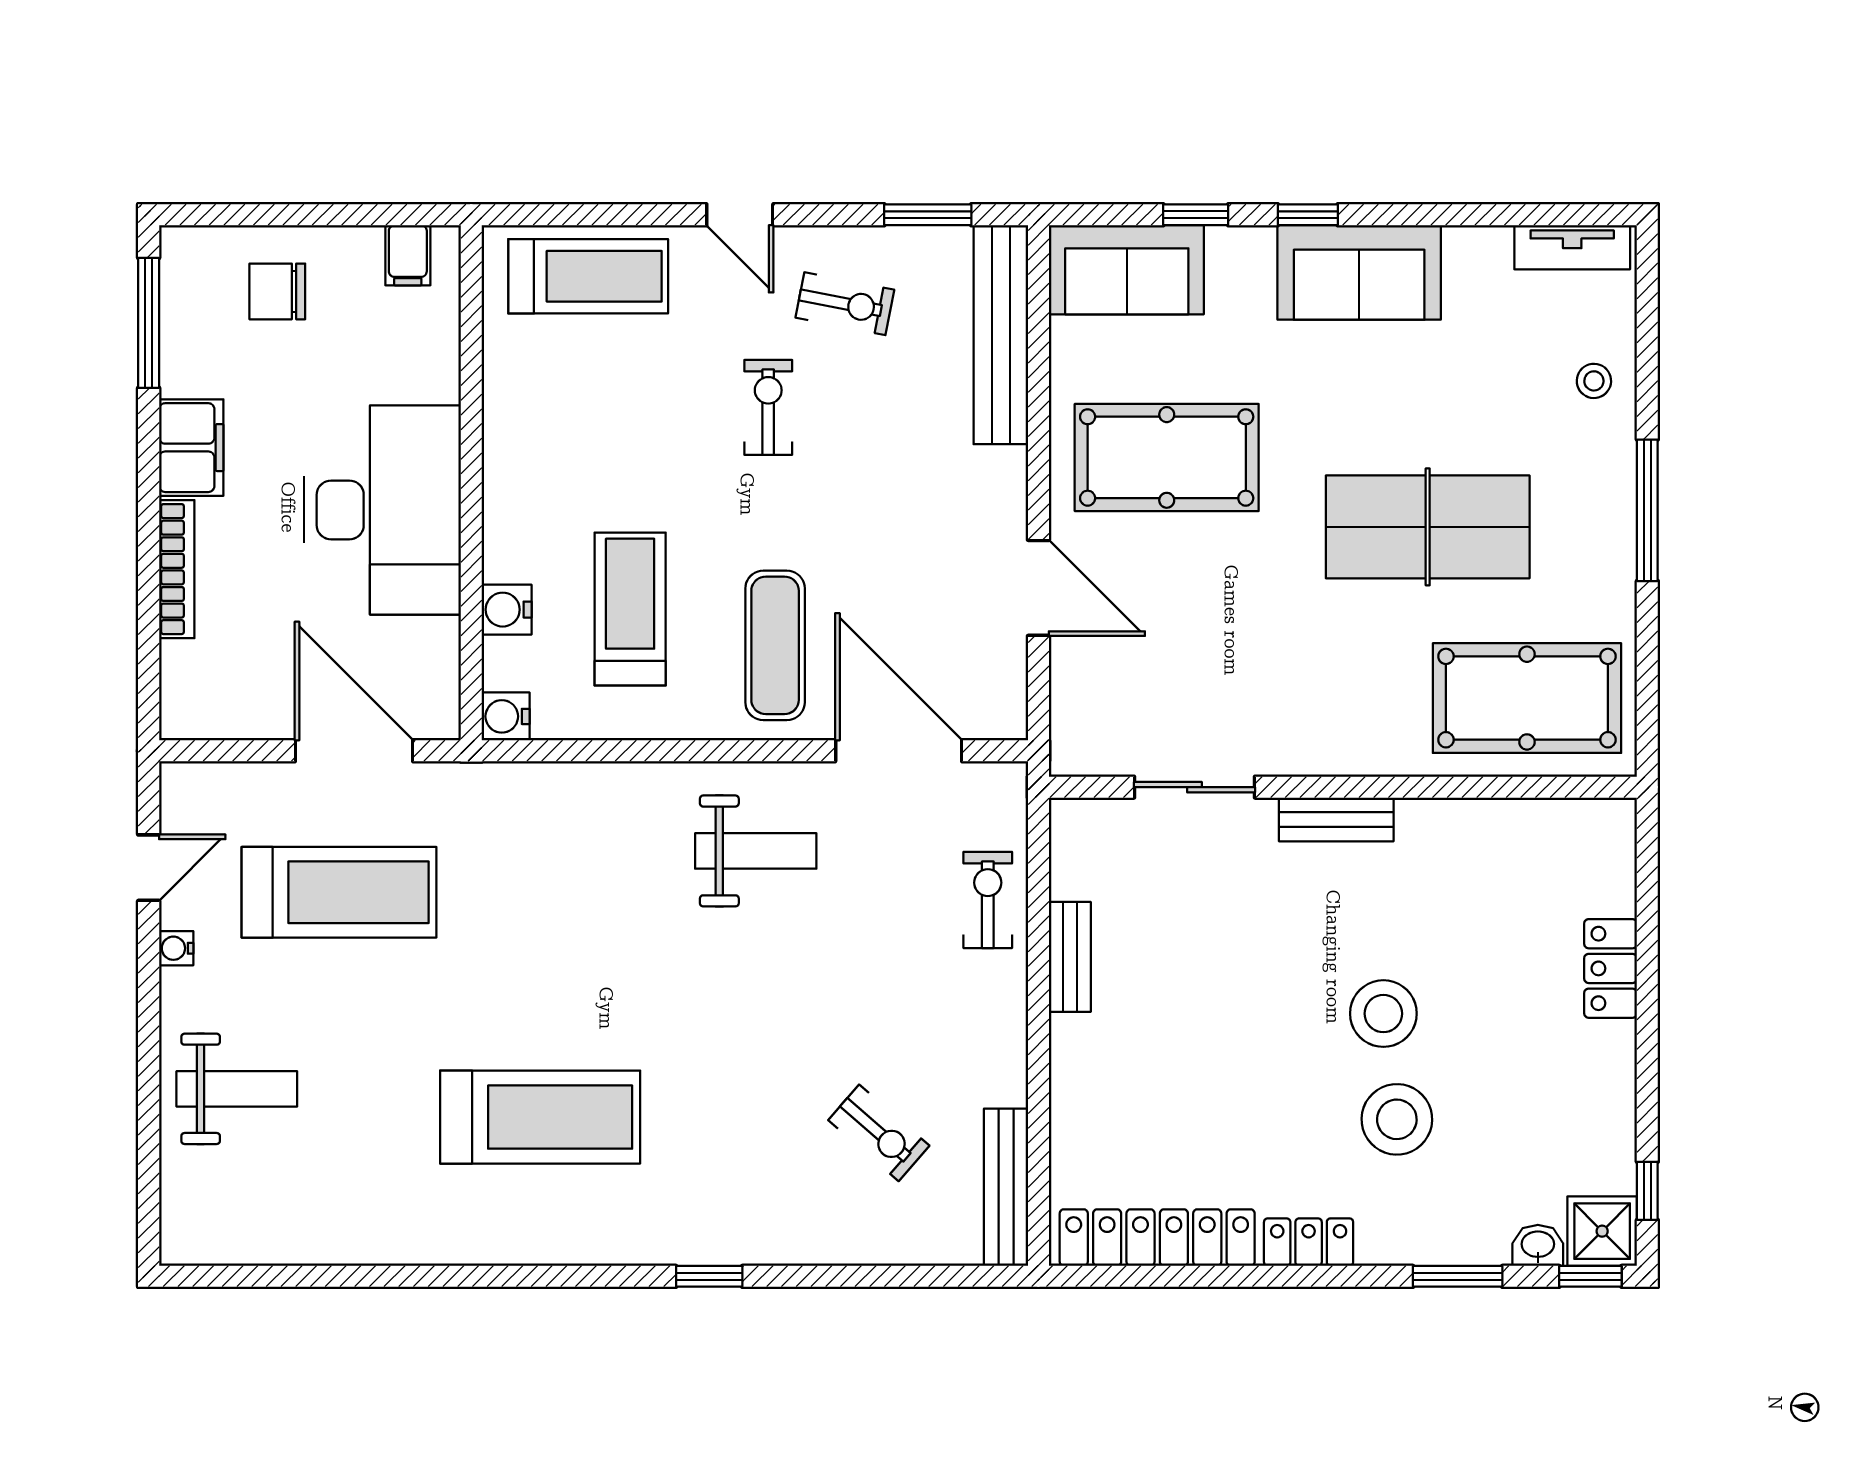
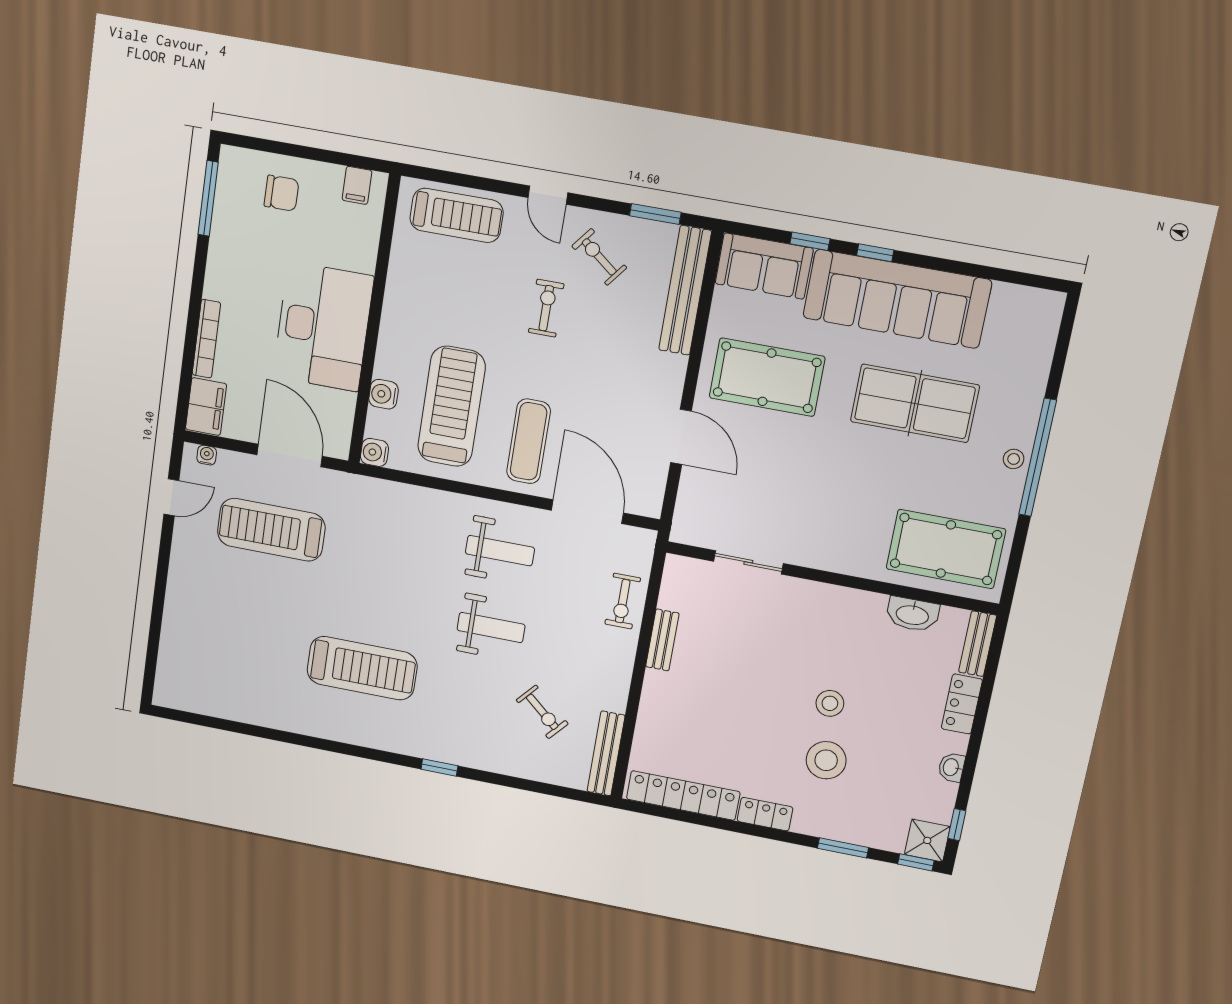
tv unit: (1572, 247) -> (1026, 299), removed
sofa: (1359, 272) -> (897, 299), width x1.85, depth x1.27
chair: (277, 291) -> (281, 193), turned 180
exercise bike: (845, 304) -> (599, 257), turned -153
stool: (1594, 381) -> (1014, 459), moved
filing cabinet: (191, 448) -> (206, 407), moved
window: (1647, 510) -> (1038, 457), width x1.46
table tennis table: (1428, 527) -> (915, 403), moved
treadmill: (630, 609) -> (452, 406), width x1.37, depth x1.38
bench: (1336, 819) -> (978, 644), moved, turned 90
washbasin: (1494, 824) -> (912, 614), added
treadmill: (339, 892) -> (271, 530), turned 180
exercise bike: (988, 900) -> (623, 601), turned 180
water cooler: (176, 948) -> (207, 455), moved, turned 90
stool: (1383, 1014) -> (830, 703), width x0.73, depth x0.73
weight bench: (237, 1089) -> (491, 627), moved
washbasin: (1538, 1245) -> (951, 767), moved, turned -90

